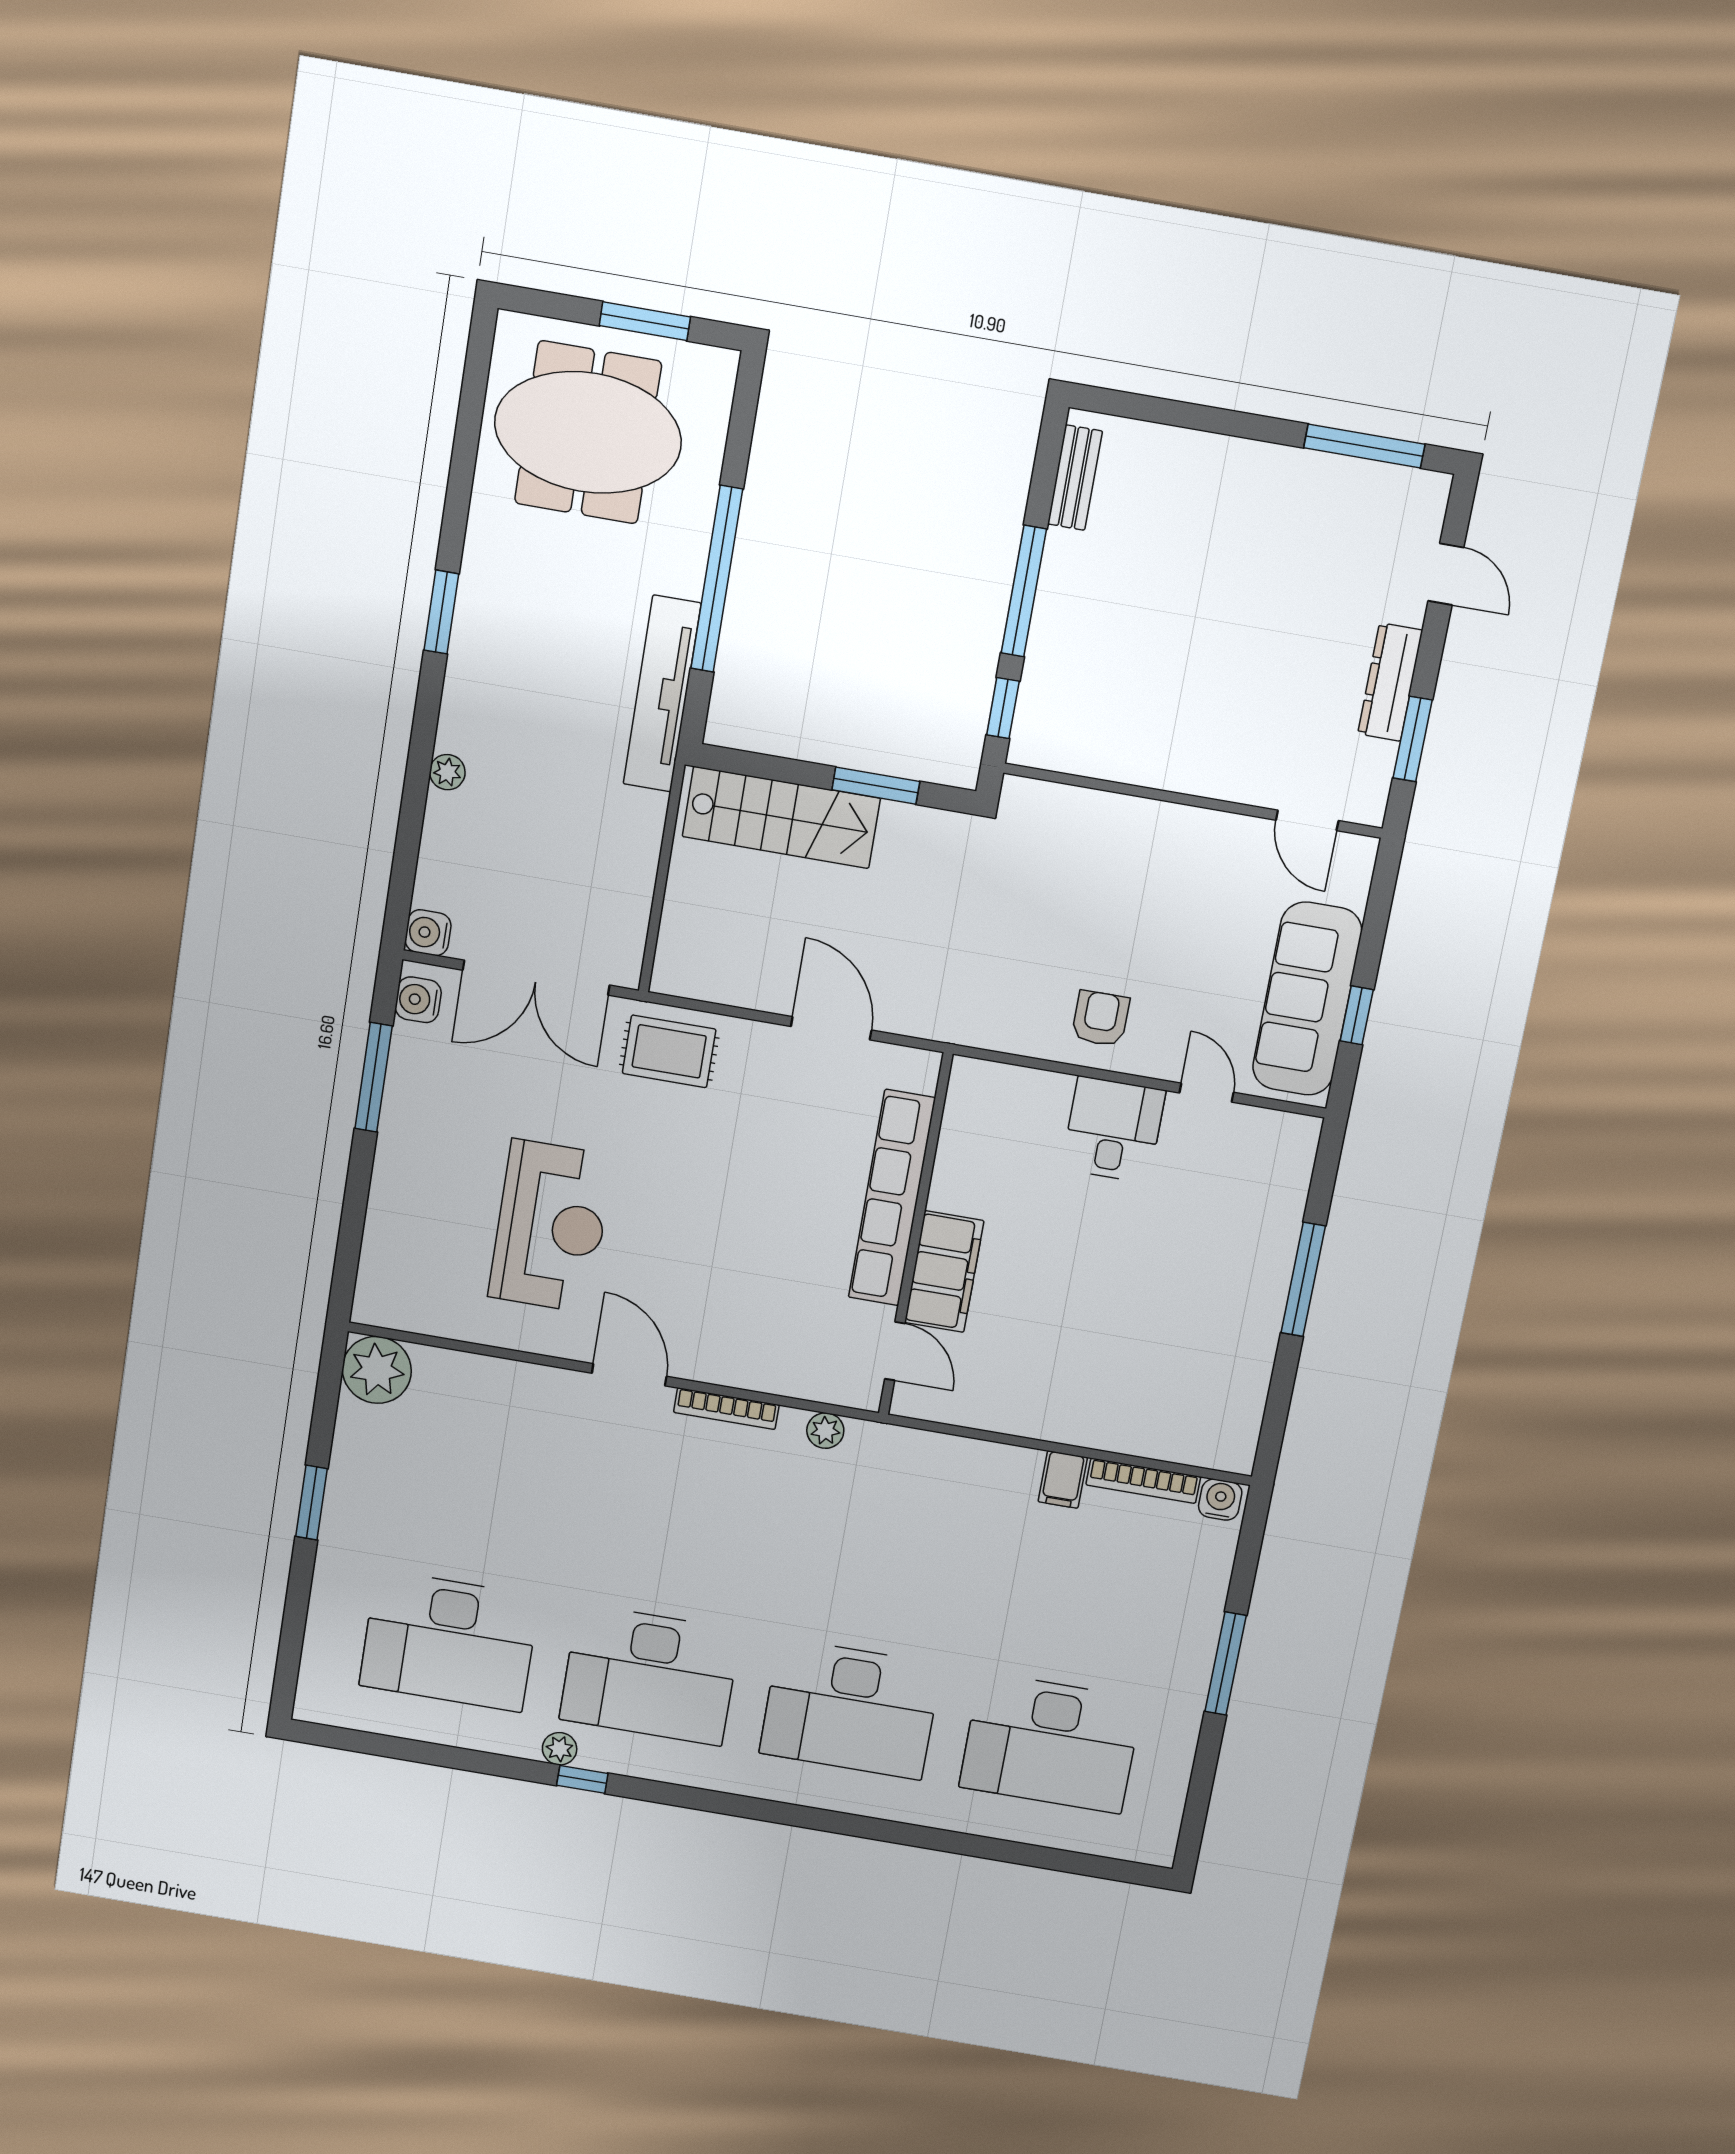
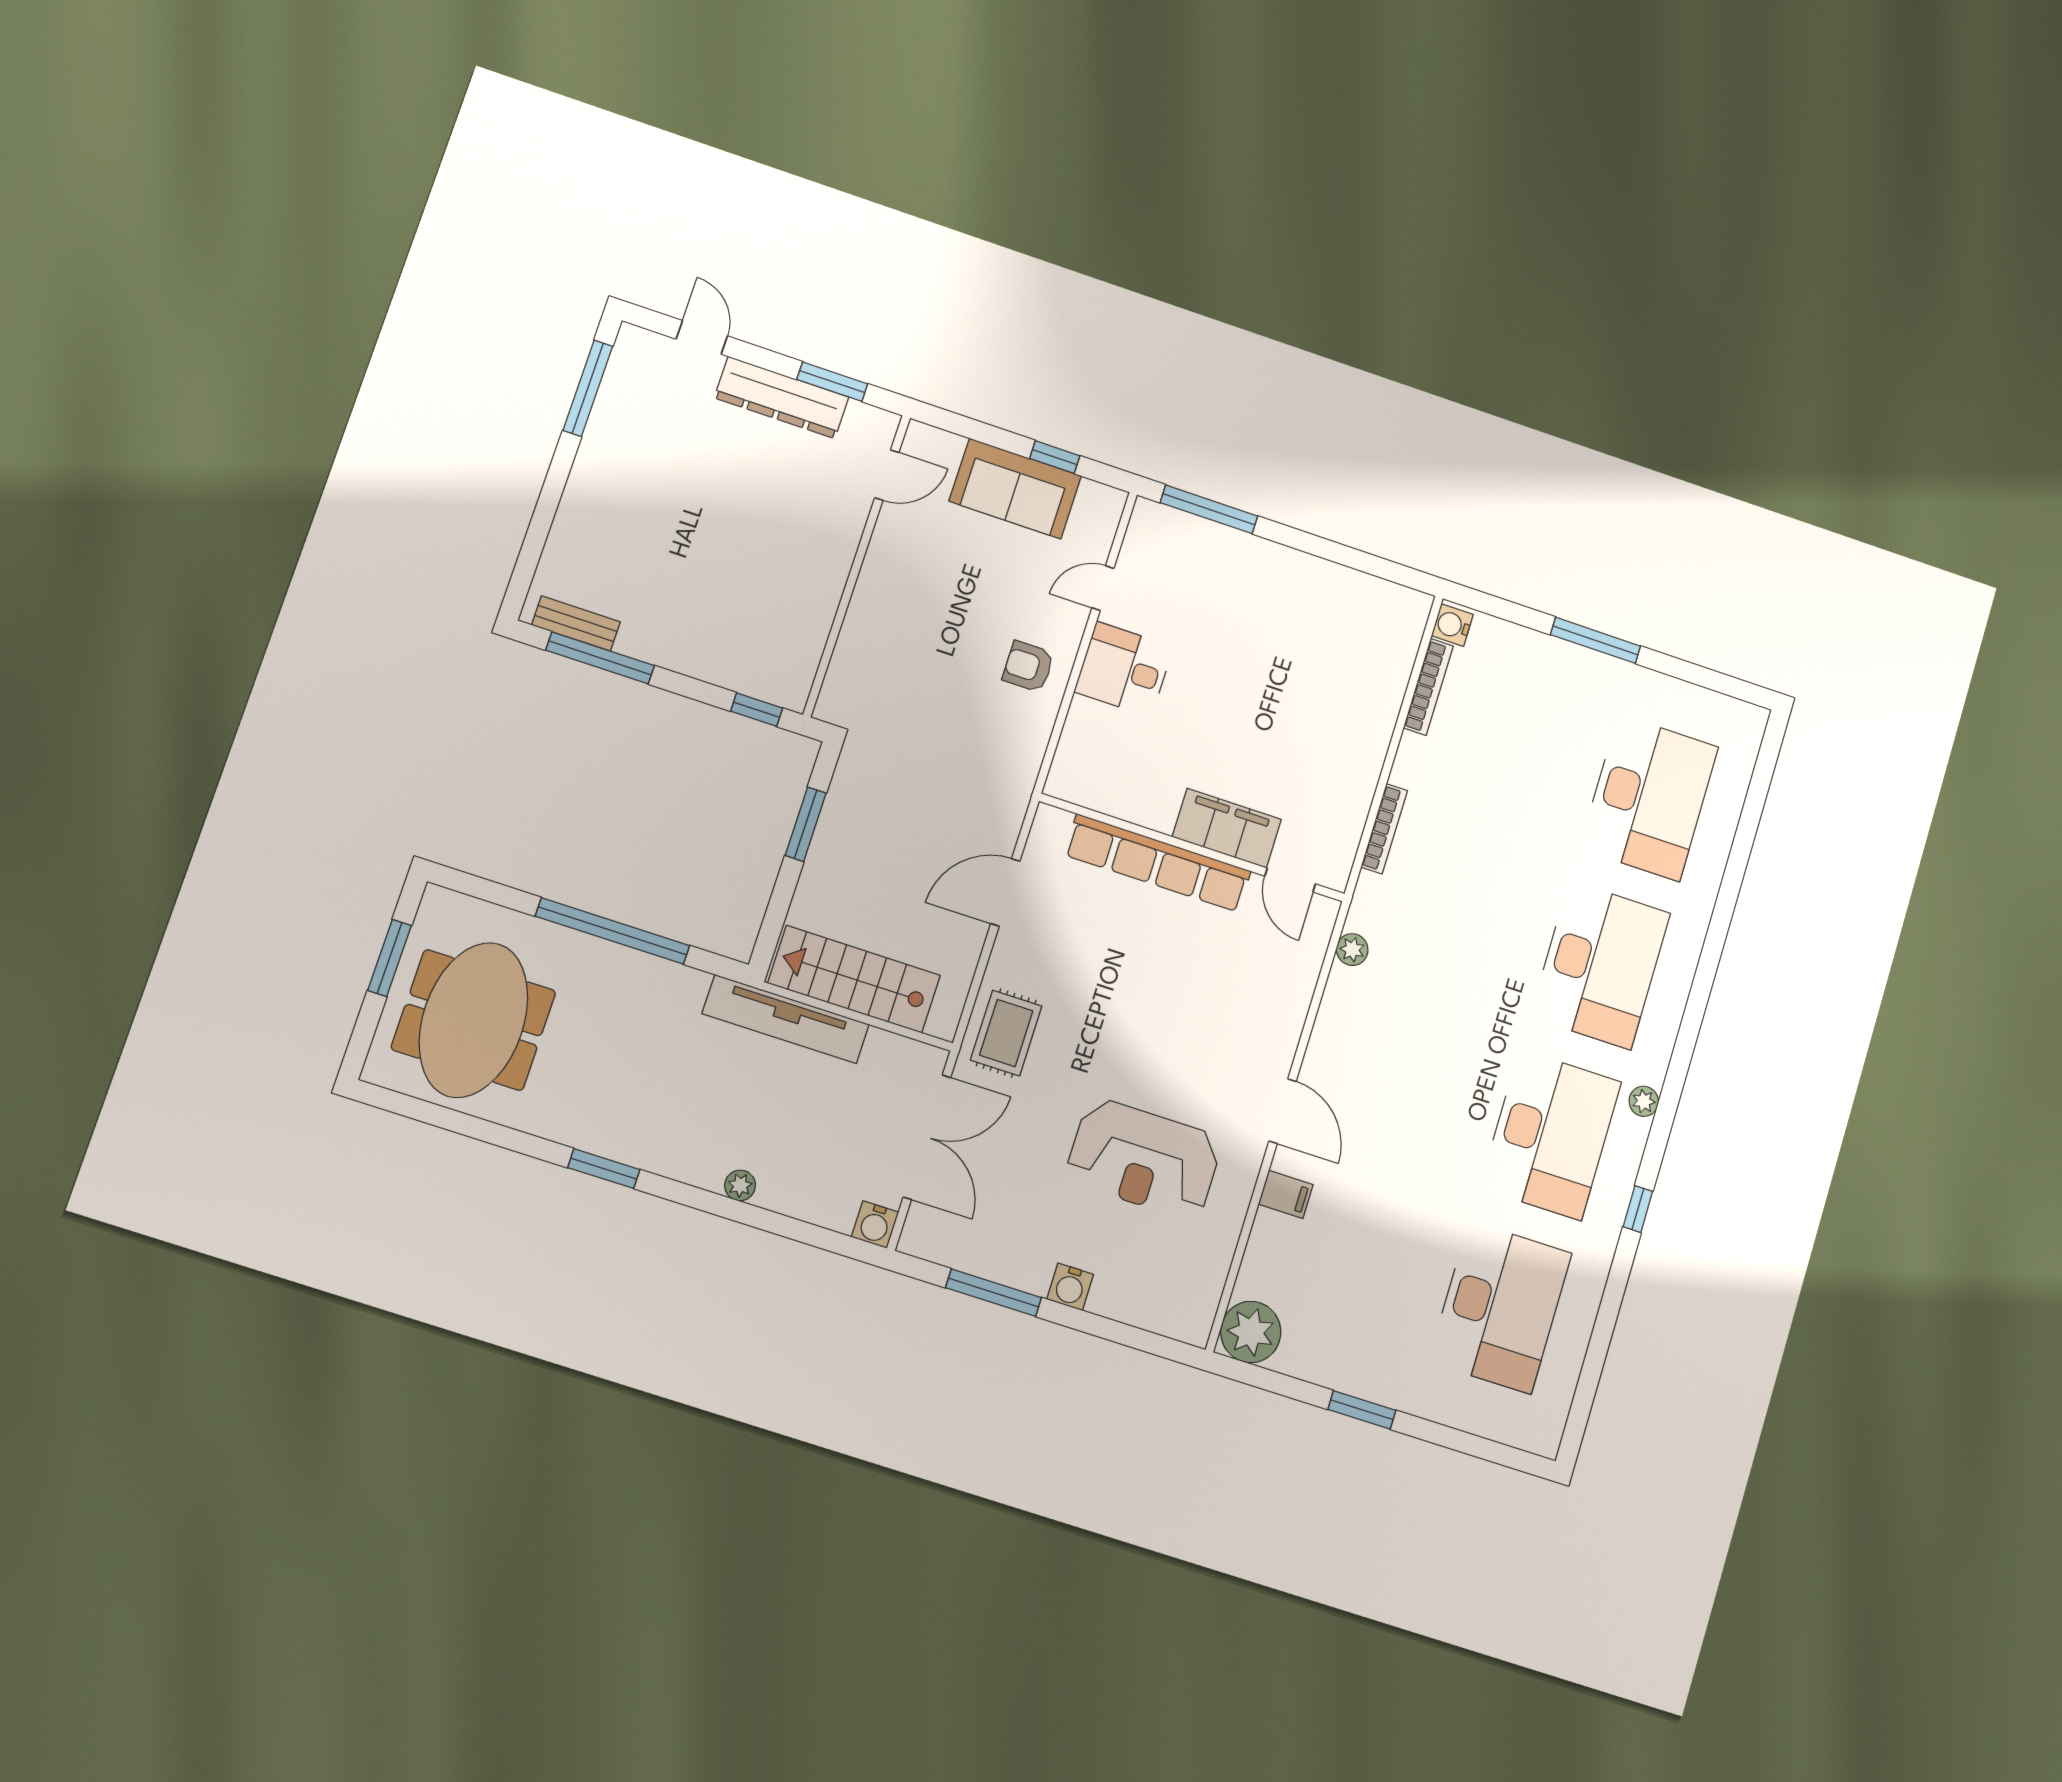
door: (1446, 574) -> (702, 337), hinge flipped
window: (1024, 591) -> (600, 658), moved
dresser: (1390, 682) -> (782, 397), width x1.37, depth x1.24
tv unit: (662, 694) -> (786, 1019), moved
stairs: (781, 817) -> (854, 979), moved, turned -90
sofa: (1307, 999) -> (1015, 488), width x0.73
water cooler: (418, 1000) -> (1070, 1287), moved
reception desk: (551, 1226) -> (1144, 1159), turned 180
window: (1303, 1279) -> (1209, 509), moved
door: (895, 1351) -> (1290, 880), swing flipped
door: (629, 1375) -> (1282, 1111), swing flipped
bookcase: (726, 1409) -> (1384, 829), moved
filing cabinet: (1063, 1480) -> (1286, 1194), moved
plant: (560, 1749) -> (1644, 1101), moved

